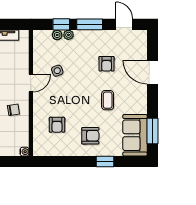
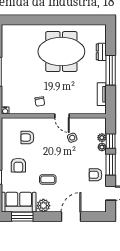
armchair: (107, 64) -> (95, 175), moved
plant: (139, 105) -> (43, 206), added

